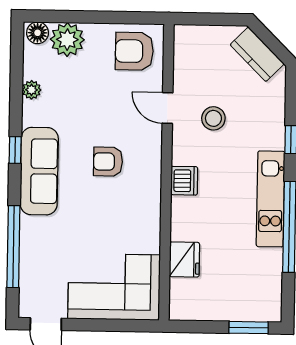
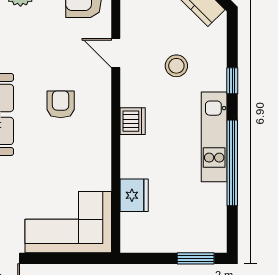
stool: (213, 118) -> (176, 66), moved
armchair: (108, 162) -> (61, 104), turned 90

